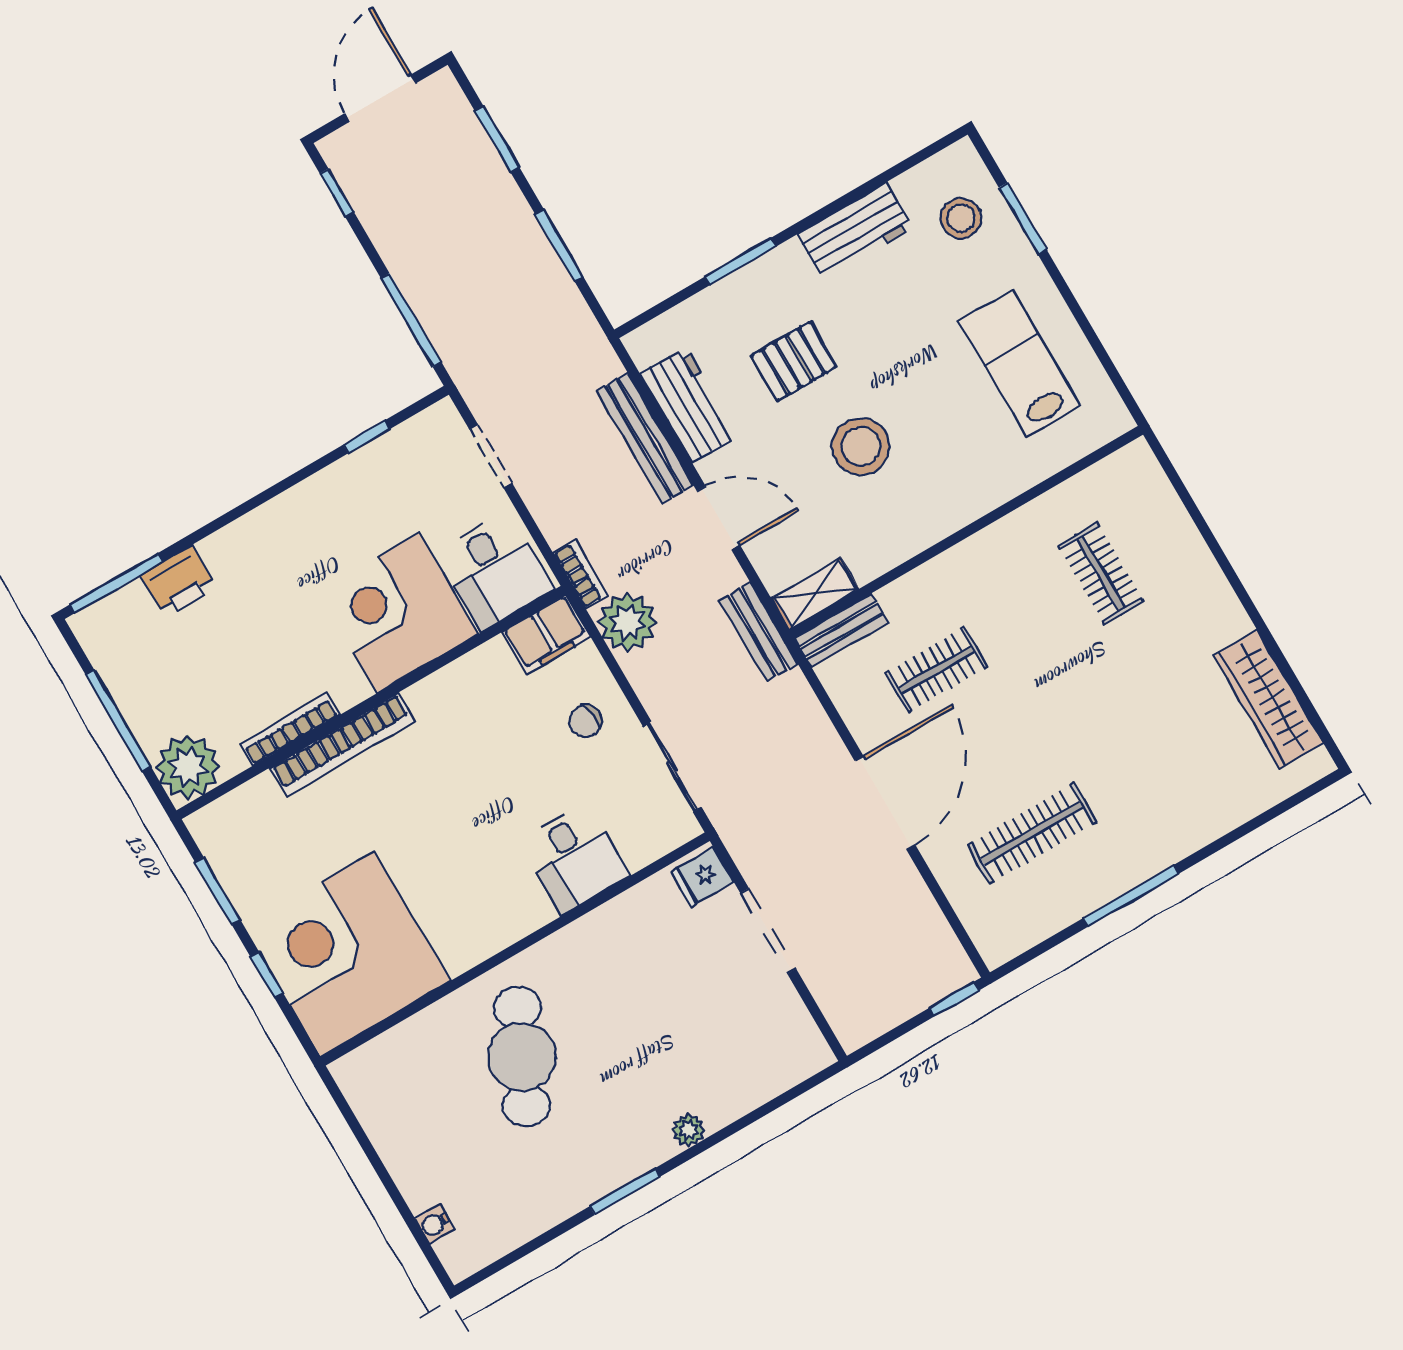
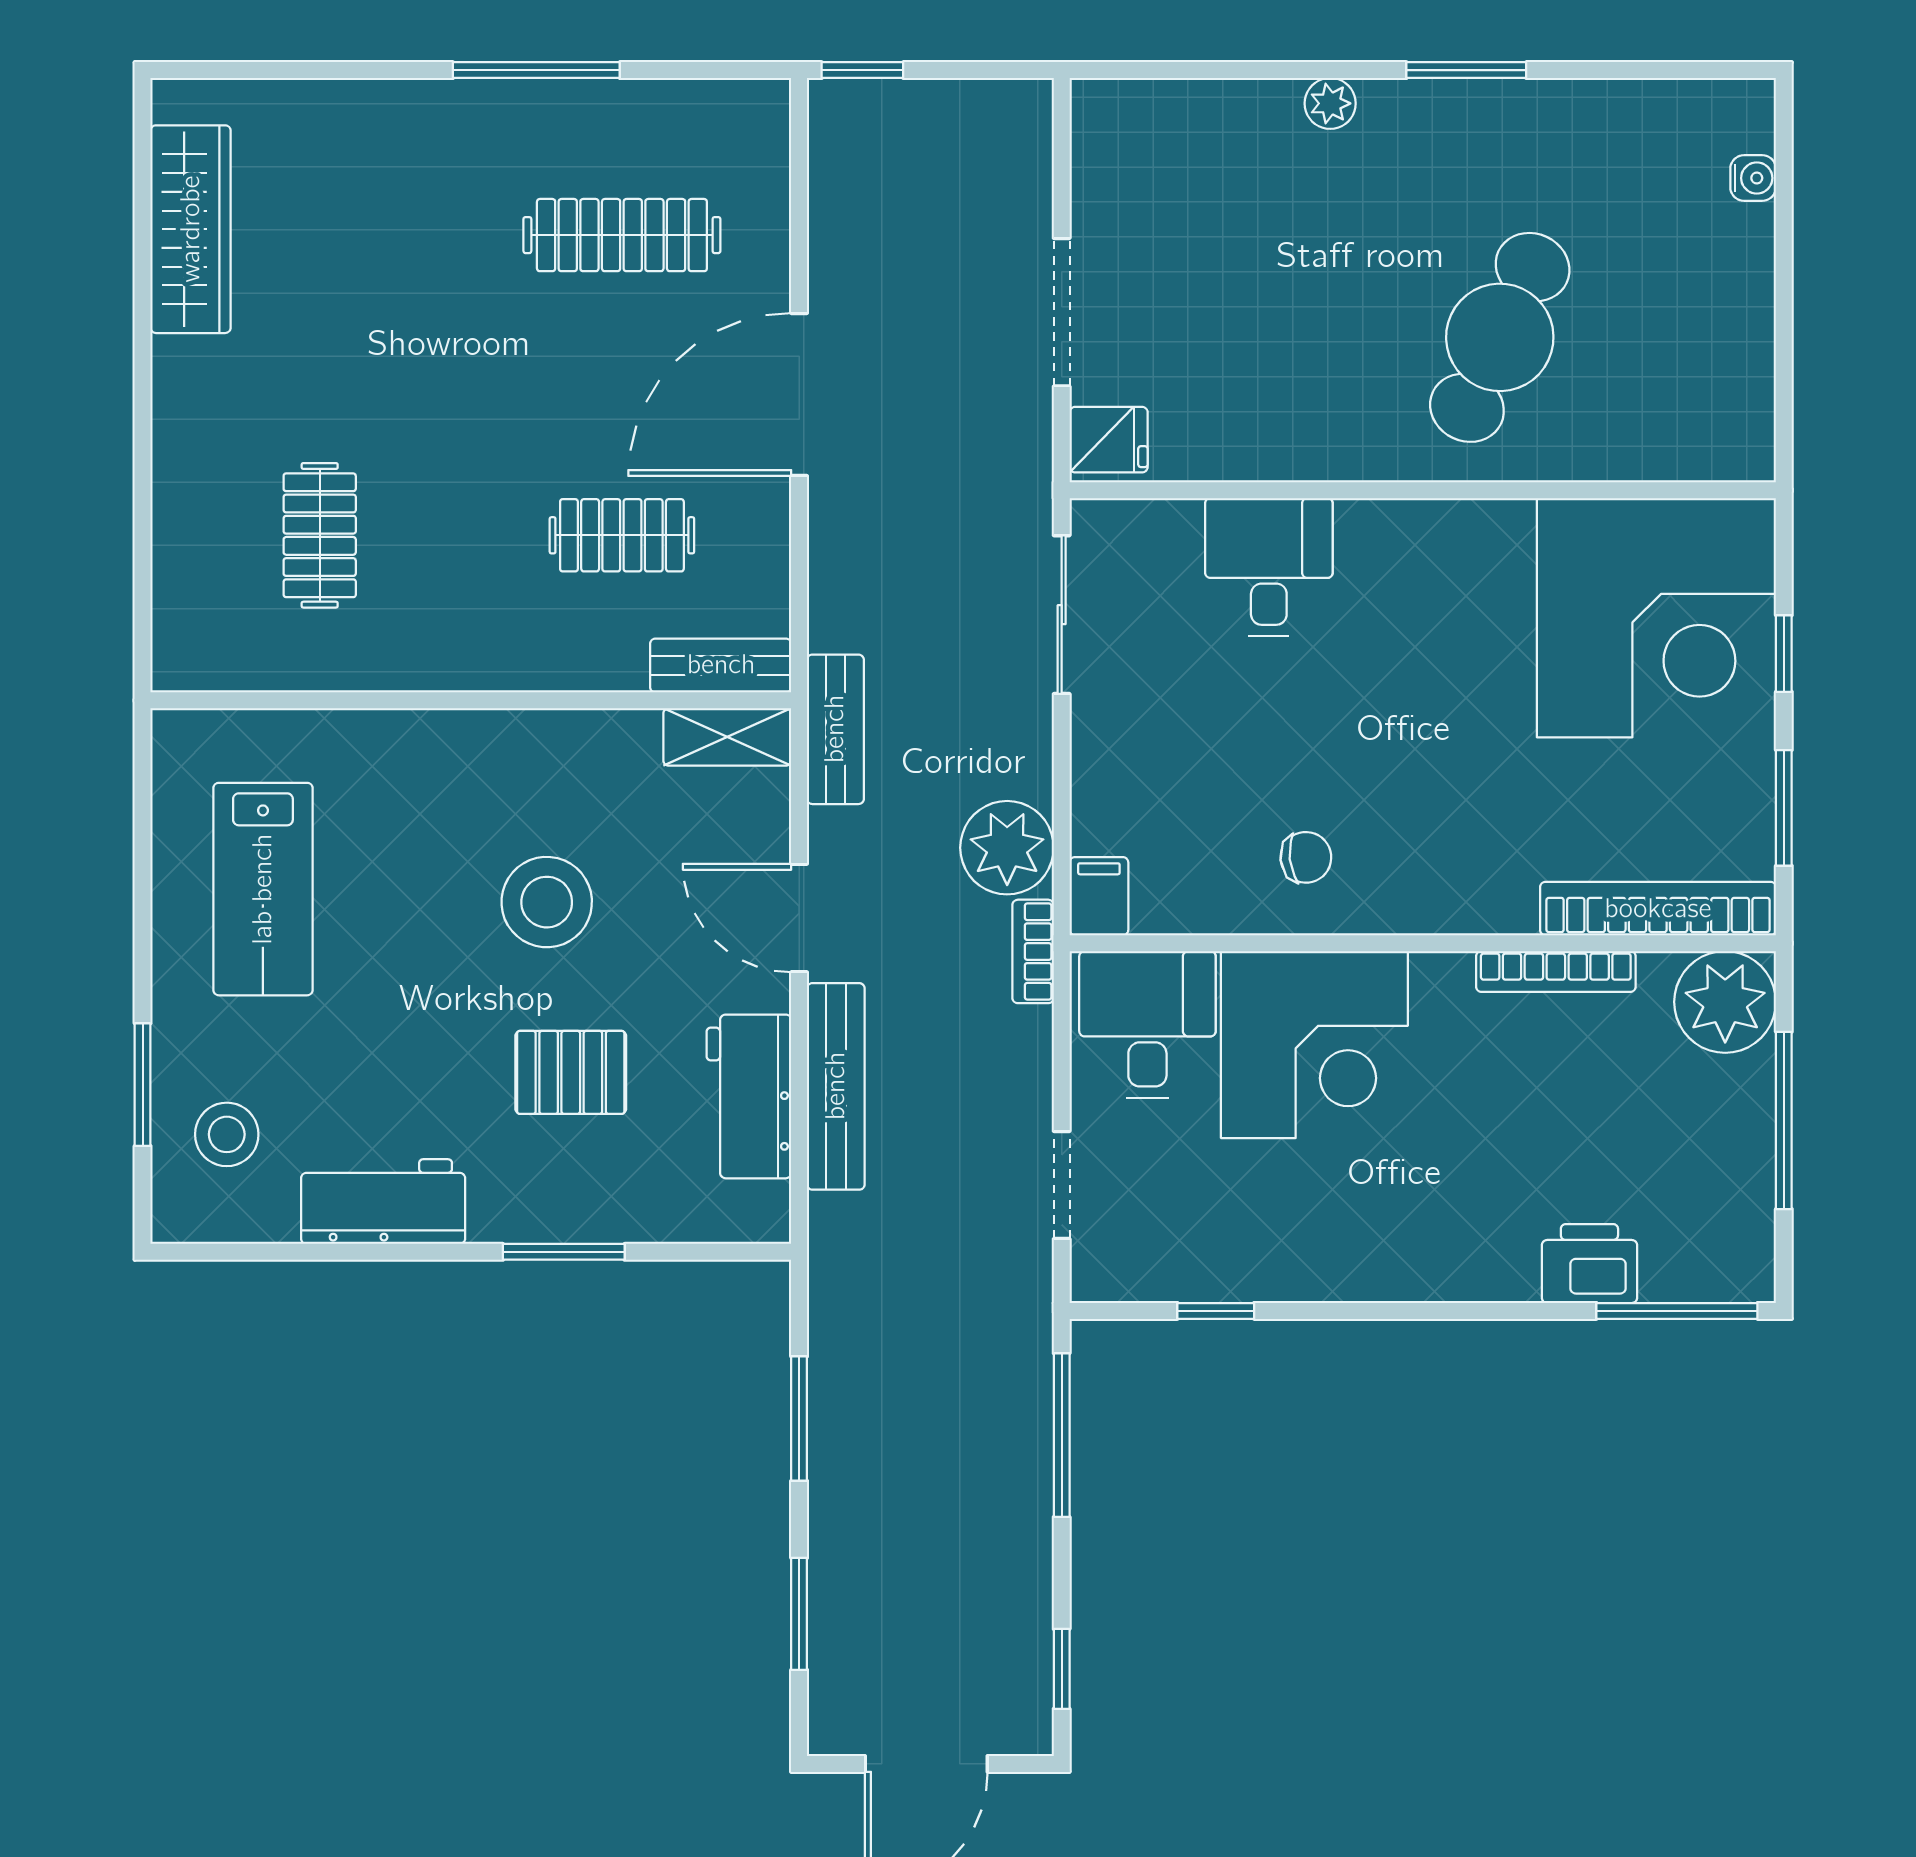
filing cabinet: (546, 635) -> (1099, 896), width x0.50
chair: (585, 721) -> (1306, 857), moved
bookcase: (343, 745) -> (1658, 909), moved

